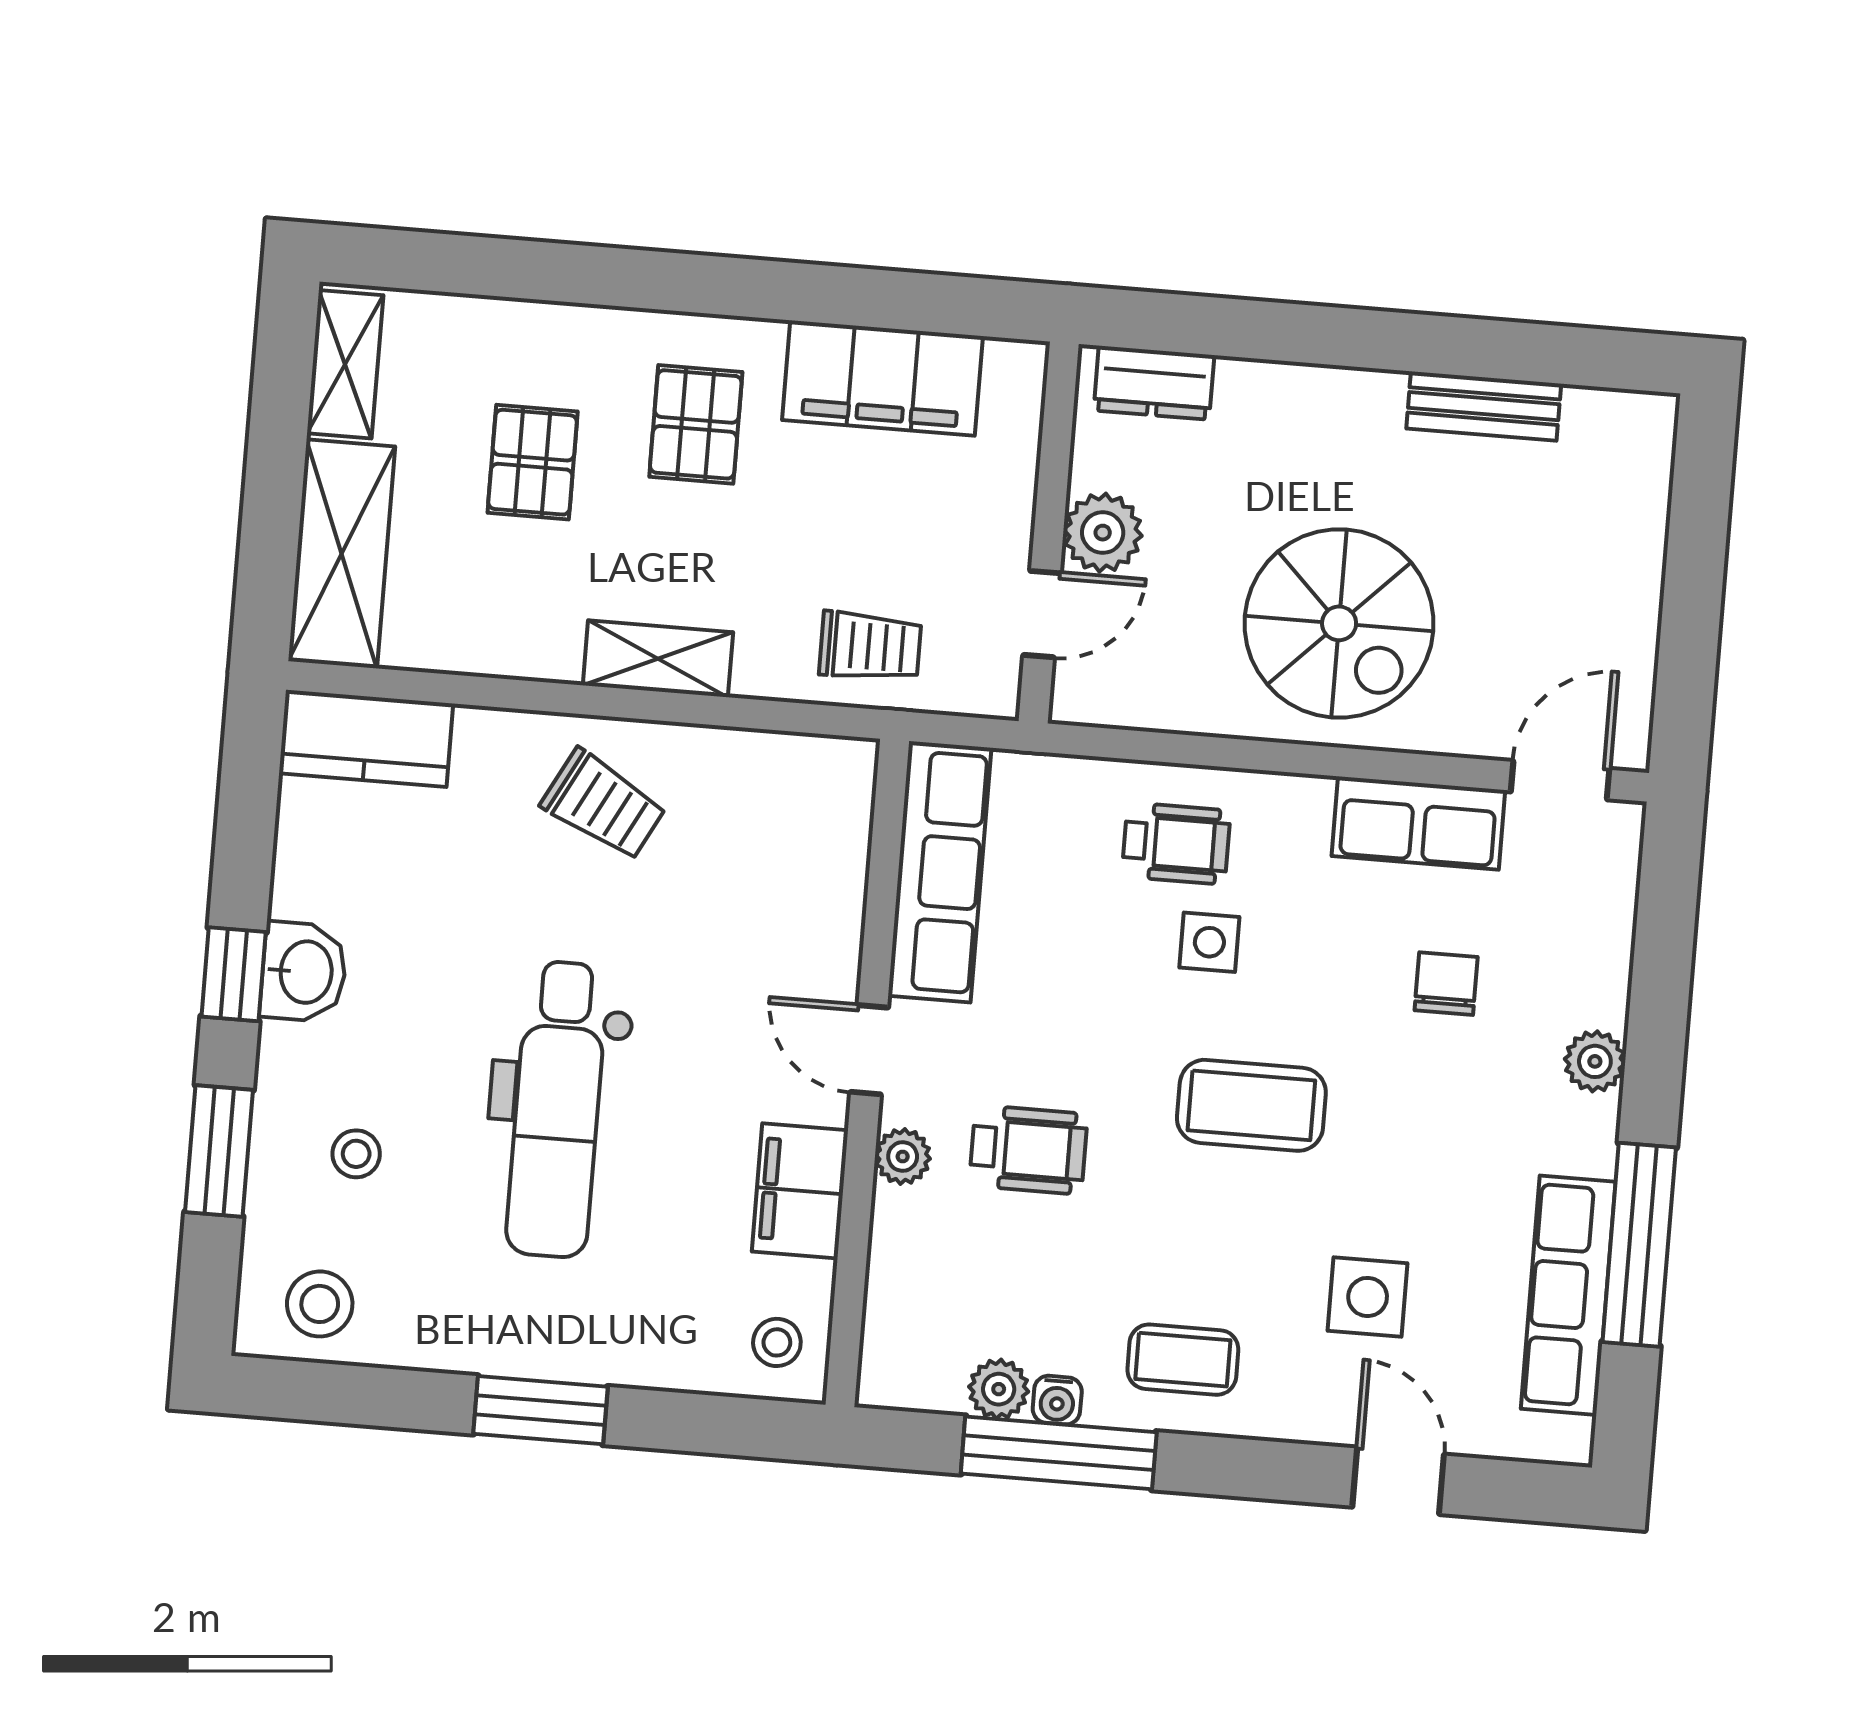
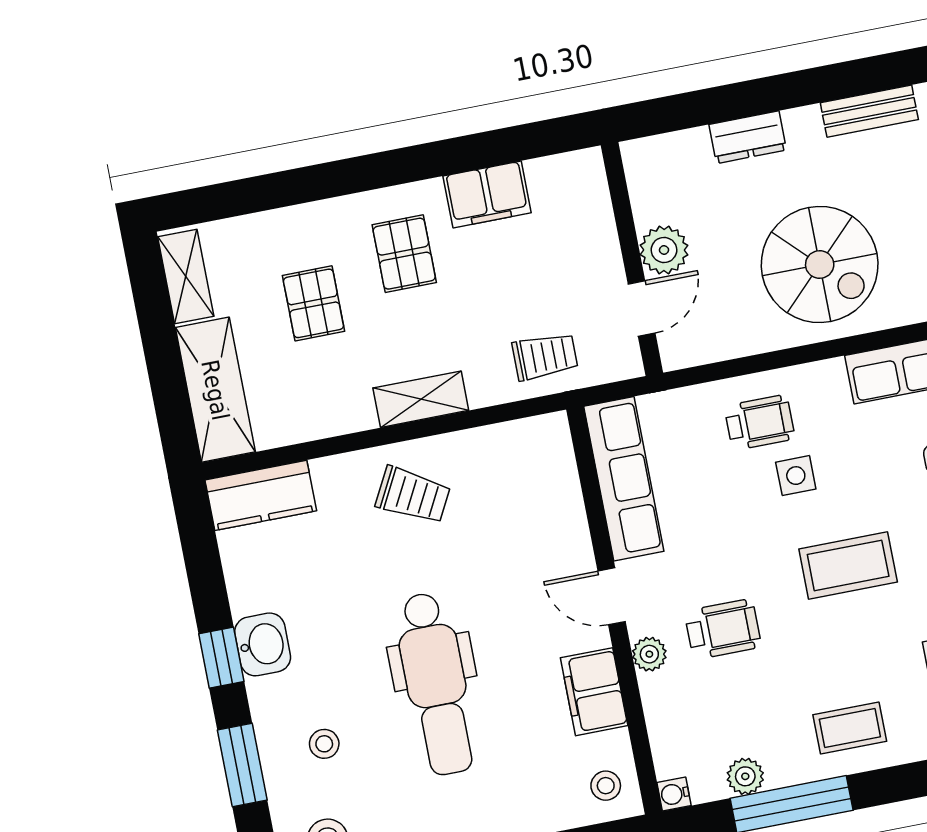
filing cabinet: (883, 378) -> (487, 194), width x0.67, depth x0.86
dresser: (1154, 383) -> (748, 137), moved
water cooler: (1057, 1400) -> (674, 794), moved, turned 90

